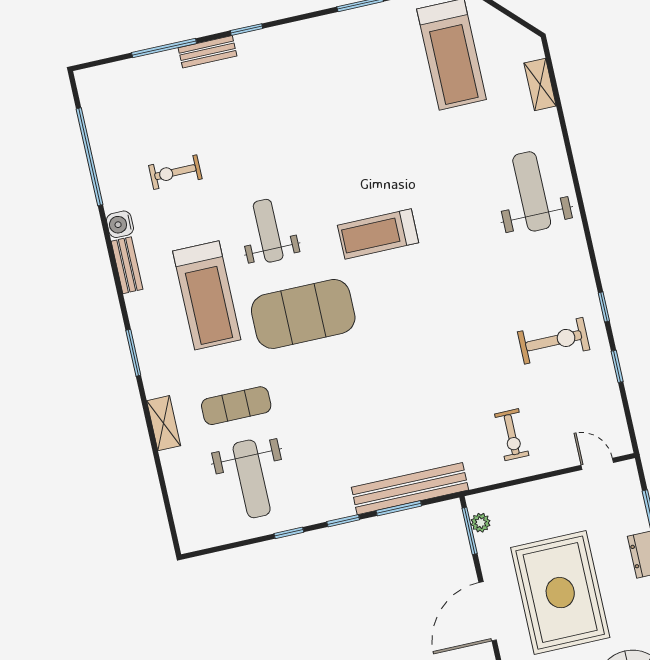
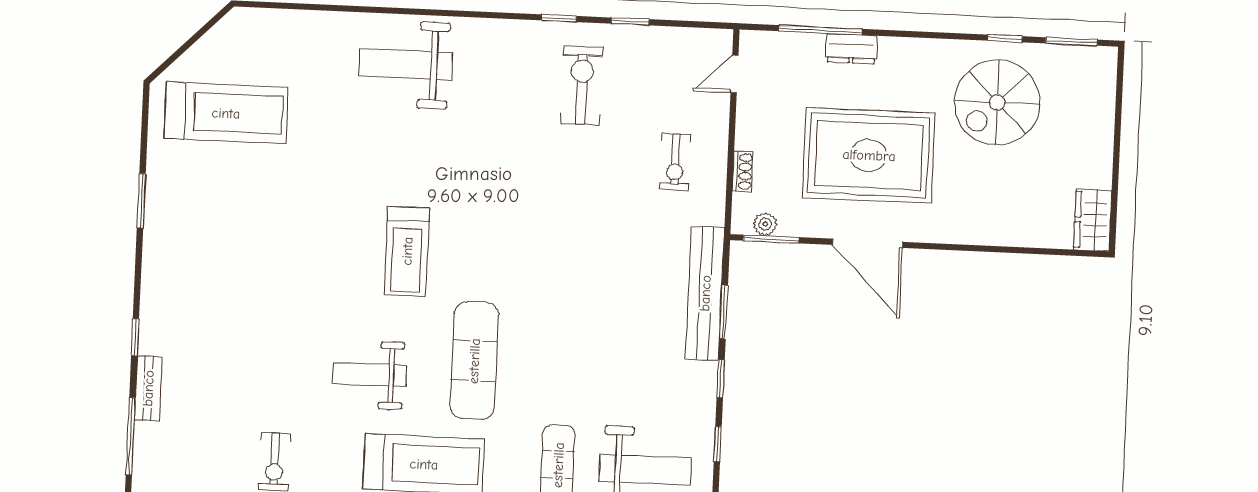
shelving: (540, 85) -> (288, 22), removed
exercise mat: (303, 314) -> (474, 361), width x0.68
exercise bike: (512, 435) -> (675, 162), turned 90
shoe rack: (519, 493) -> (743, 171), added

